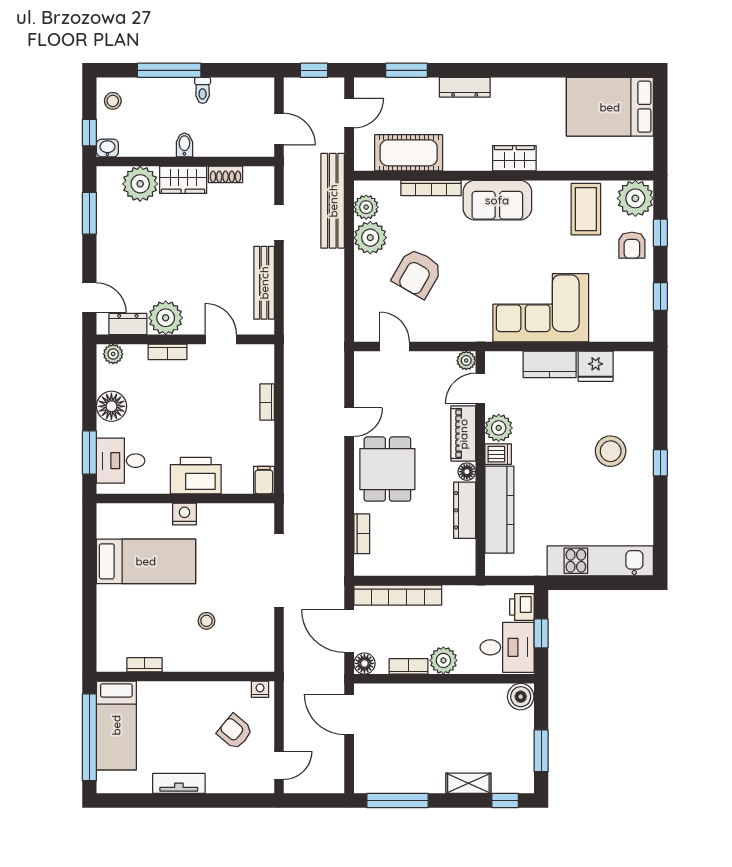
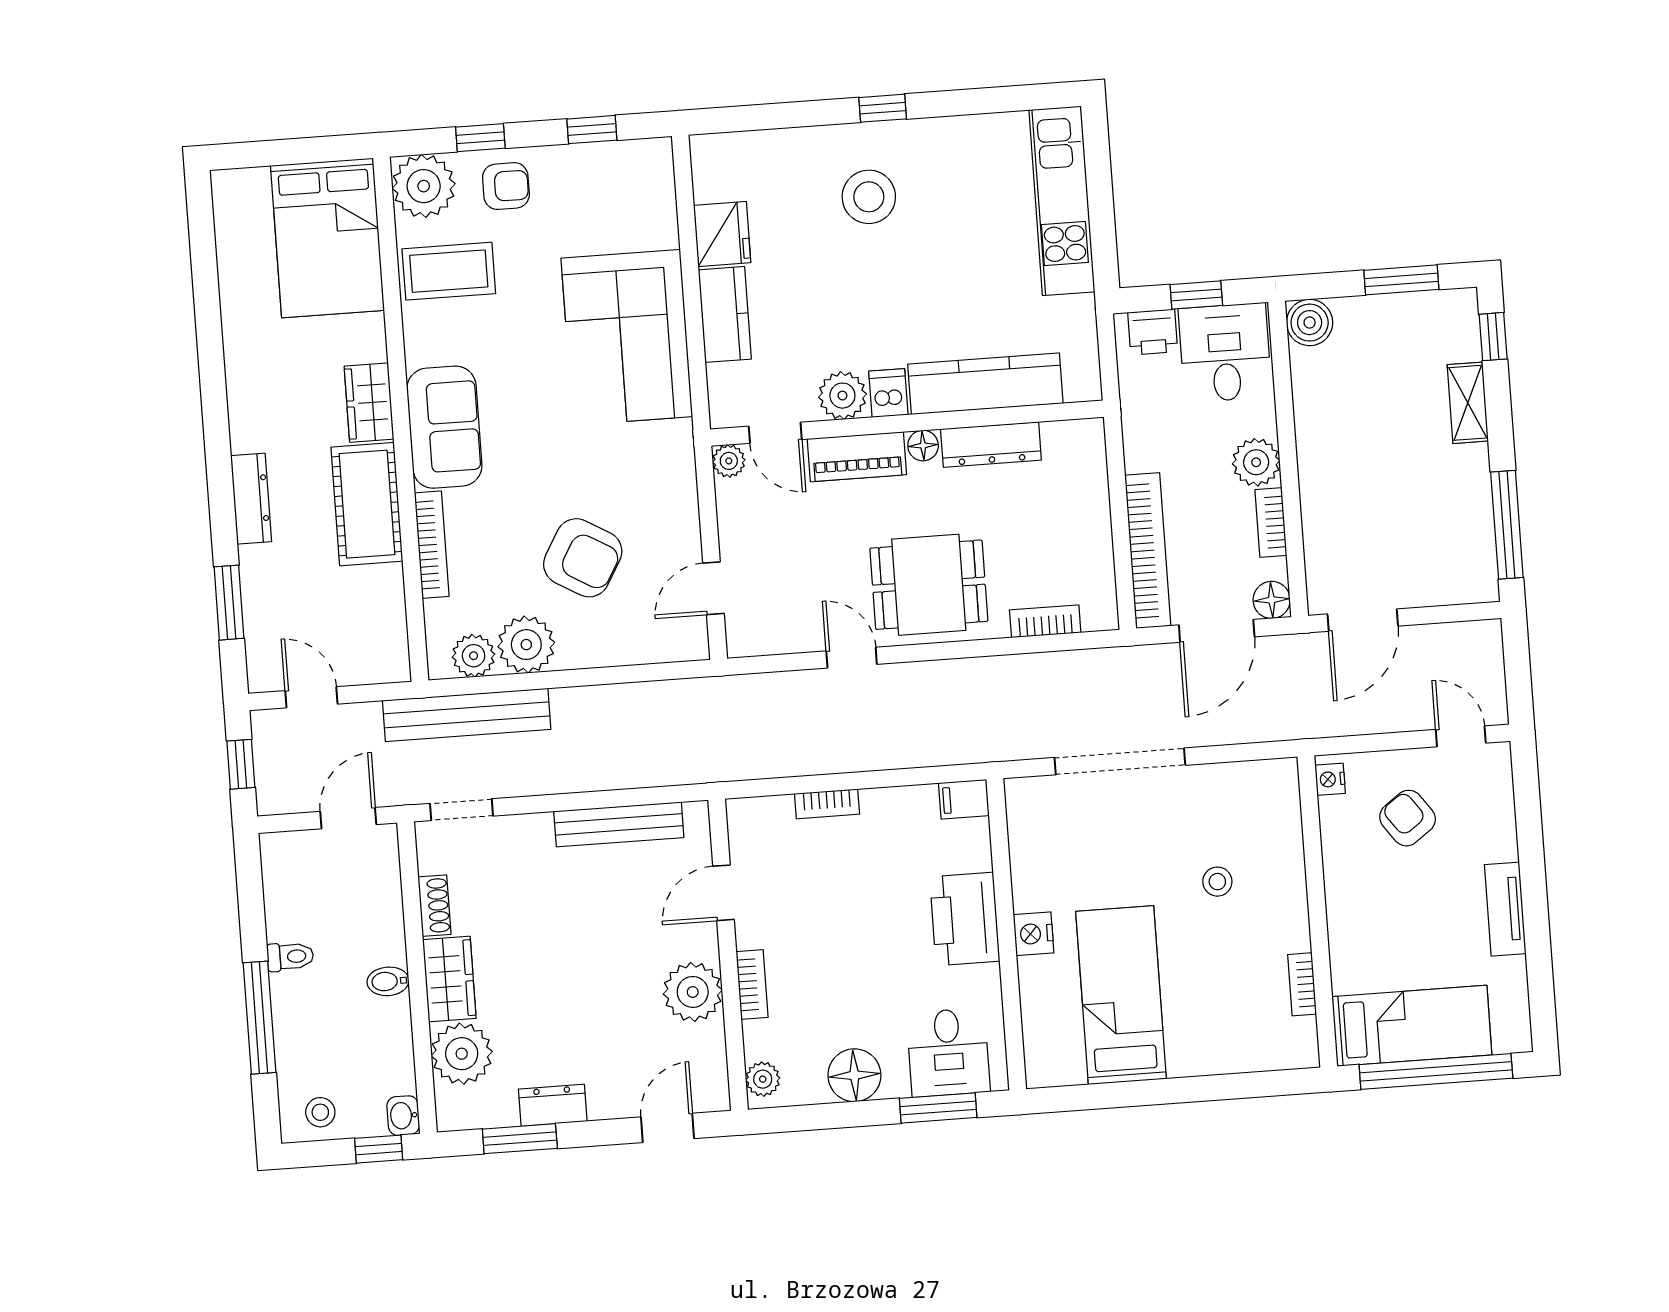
bed: (610, 107) -> (327, 238), moved
cot: (409, 153) -> (367, 504), moved
doorway: (279, 223) -> (461, 810), moved
dresser: (128, 324) -> (553, 1105), moved, turned 90
armchair: (235, 732) -> (1408, 818), turned 104

